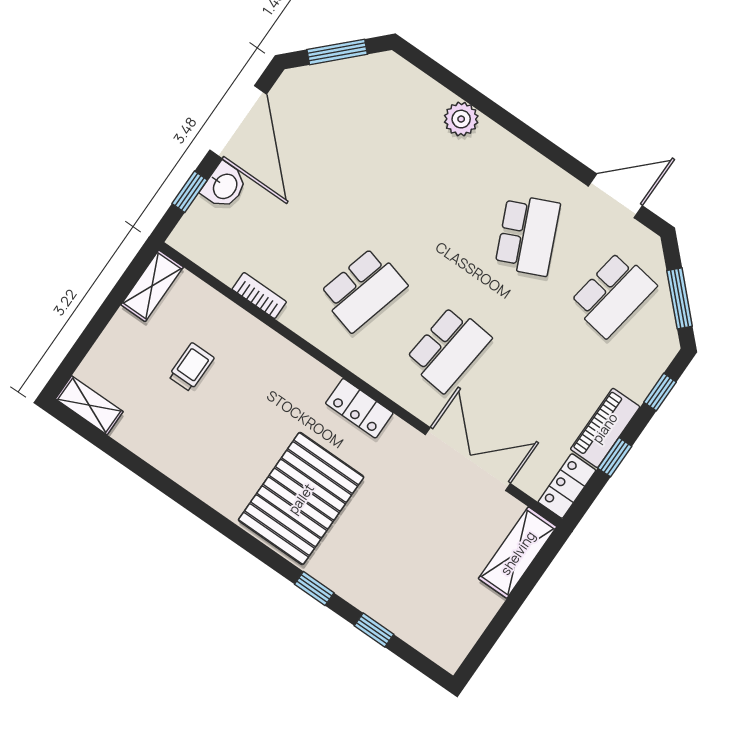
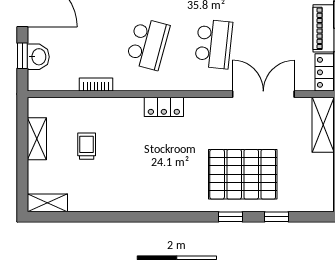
washbasin: (224, 186) -> (38, 57), moved
shelving: (152, 286) -> (37, 139), moved
locker: (359, 408) -> (164, 107), moved
pallet: (301, 499) -> (243, 174), moved, turned 90

